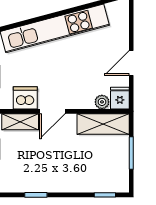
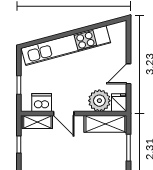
plant: (102, 102) -> (99, 101), width x1.88, depth x1.88
door: (52, 111) -> (64, 113), hinge flipped

